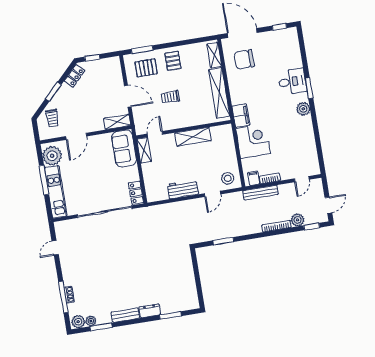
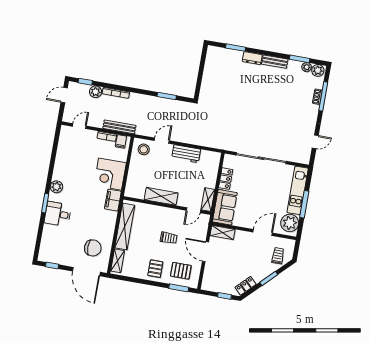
locker: (136, 193) -> (226, 179), moved

